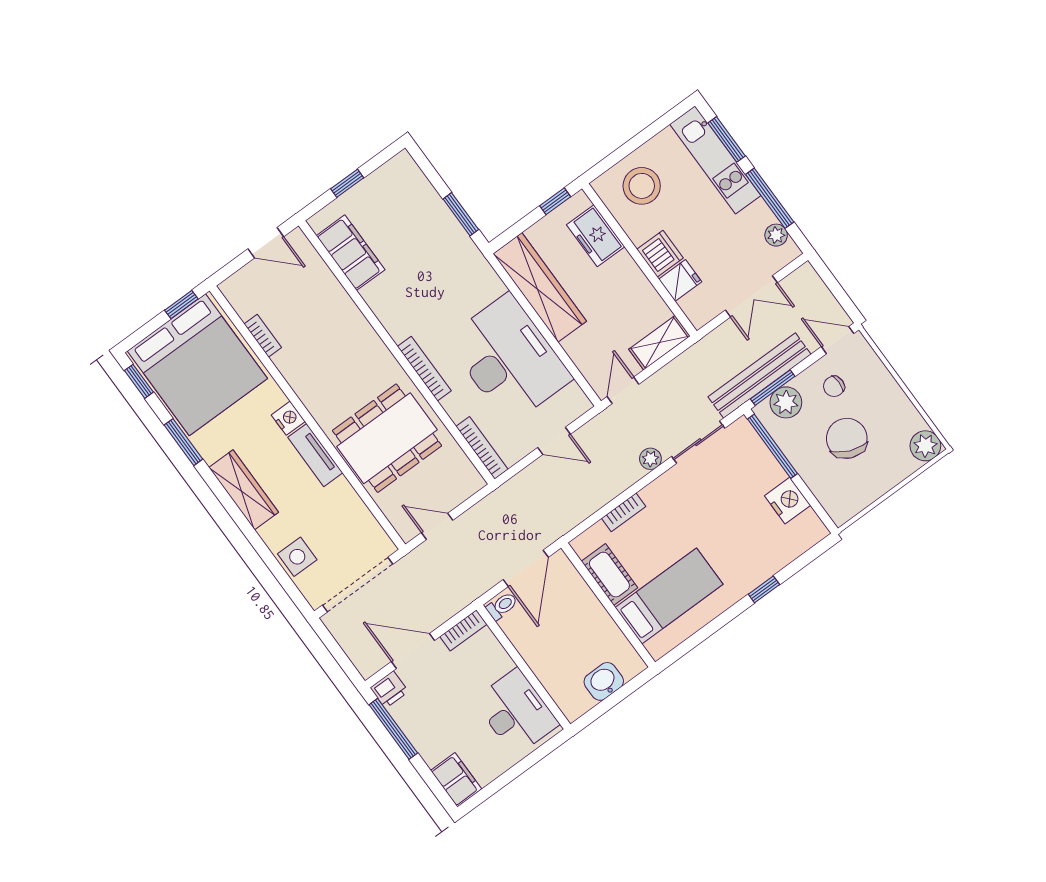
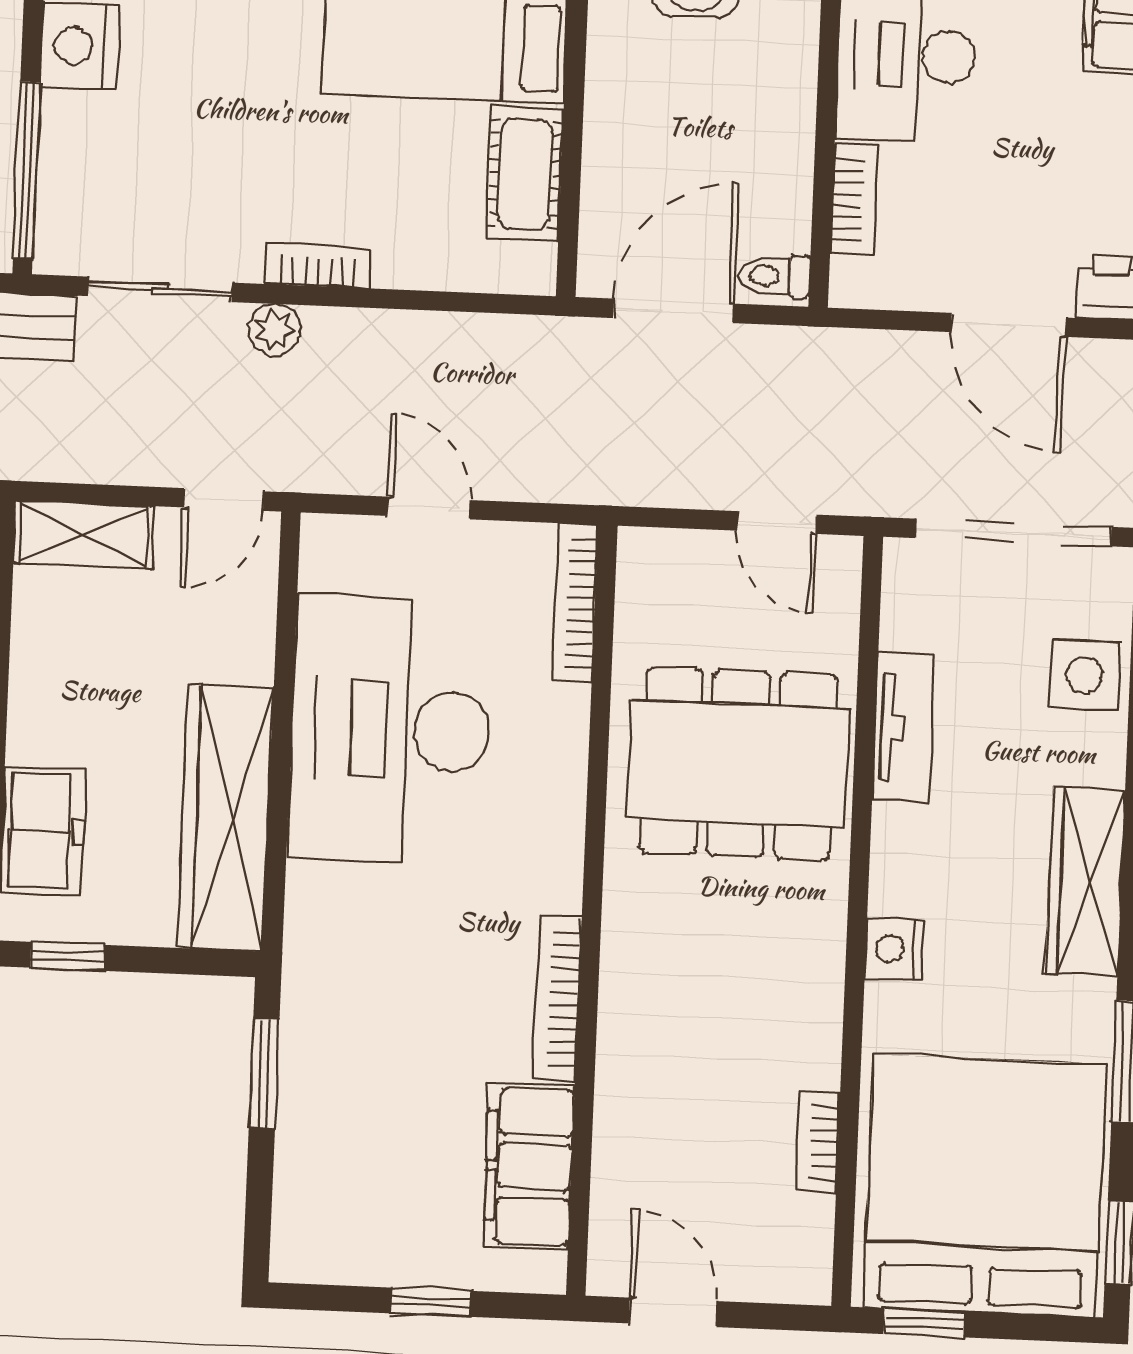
bookcase: (424, 369) -> (557, 999), moved
tv unit: (315, 455) -> (903, 727), moved
bookcase: (624, 512) -> (318, 266), moved
bookcase: (463, 630) -> (854, 200), moved, turned 90

